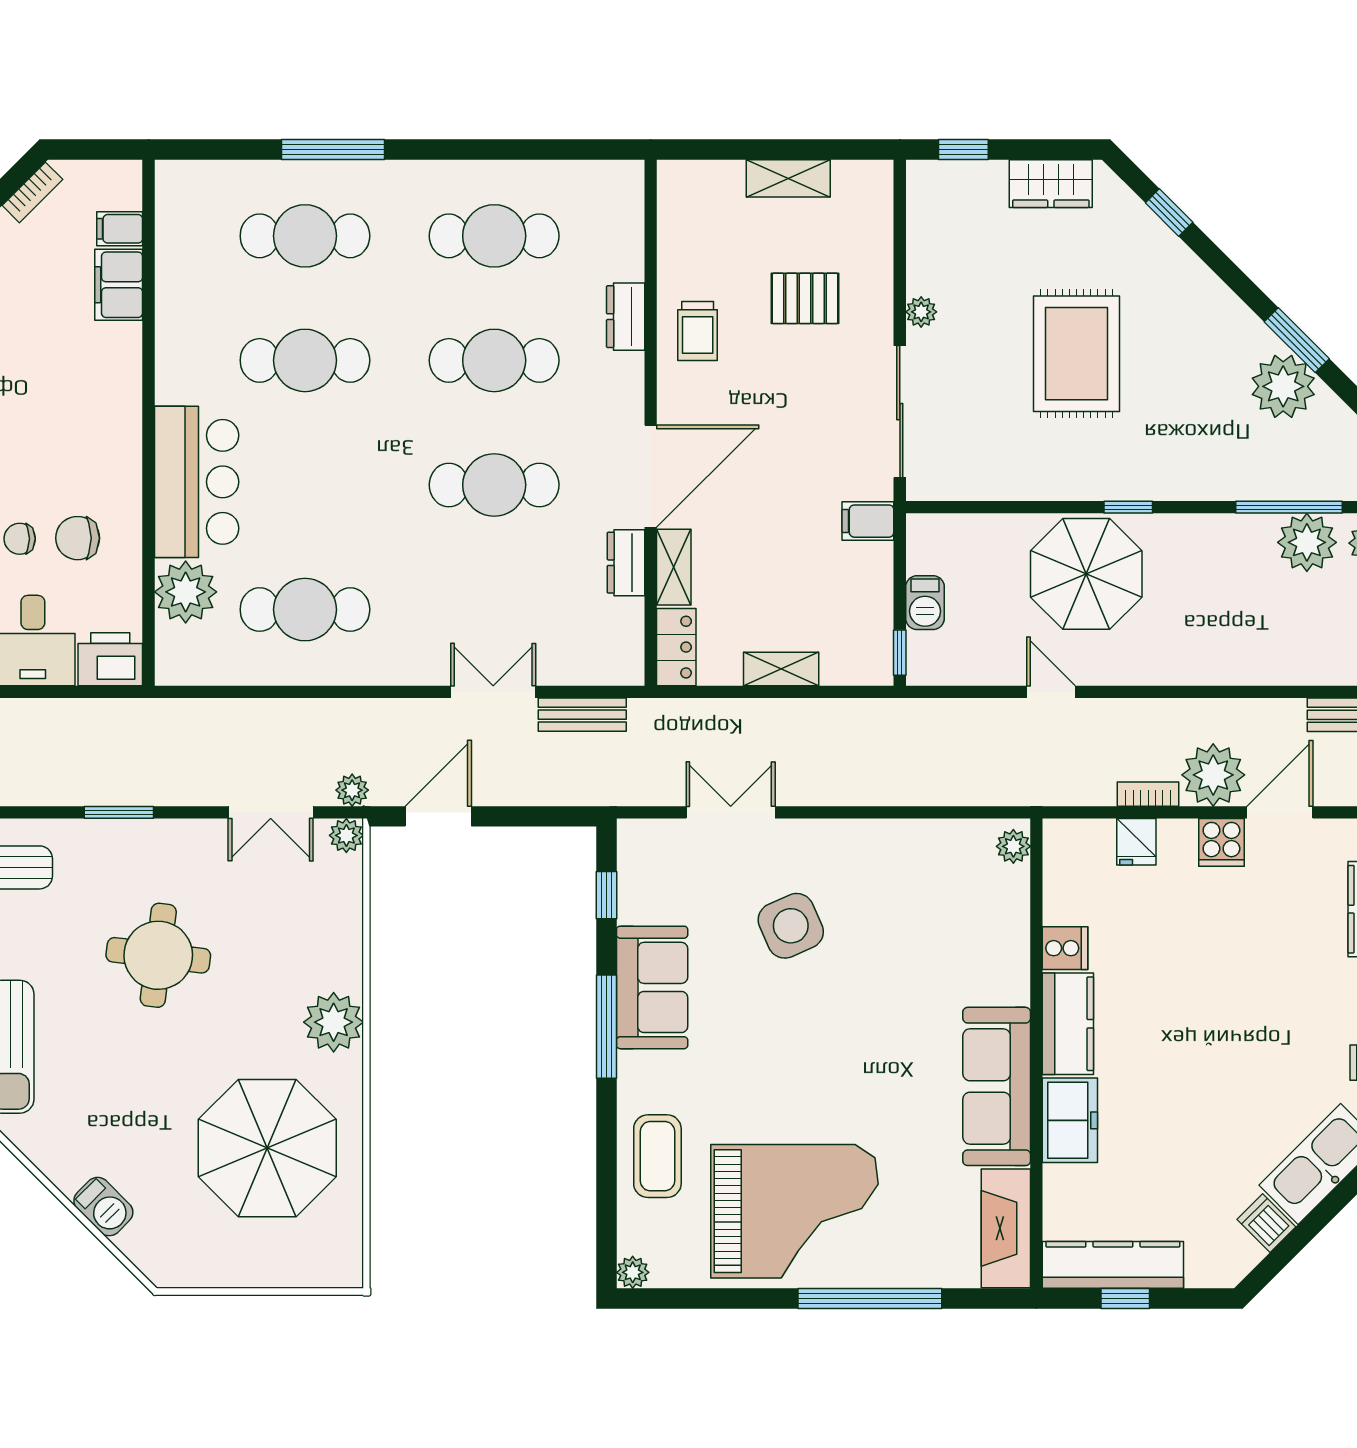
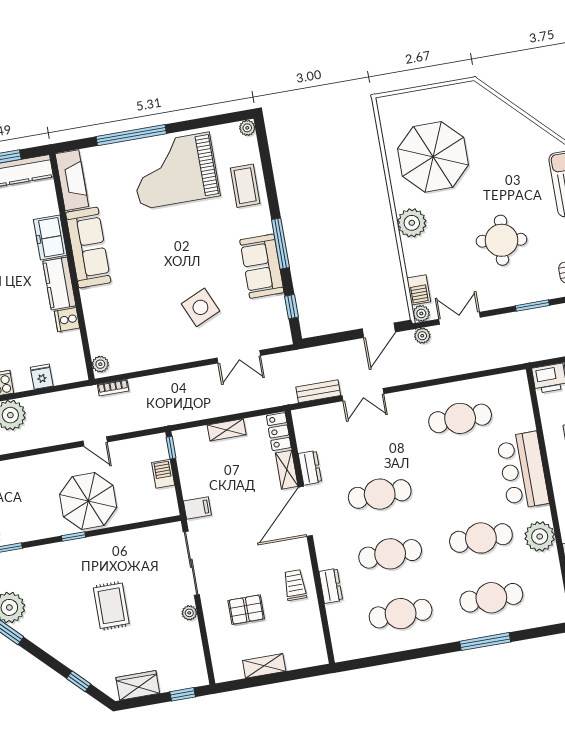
rug: (1077, 354) -> (111, 606), width x0.73, depth x0.70
plant: (186, 592) -> (540, 537), moved
bookcase: (1148, 794) -> (113, 388), moved
barbecue: (103, 1207) -> (419, 290), moved, turned -135

